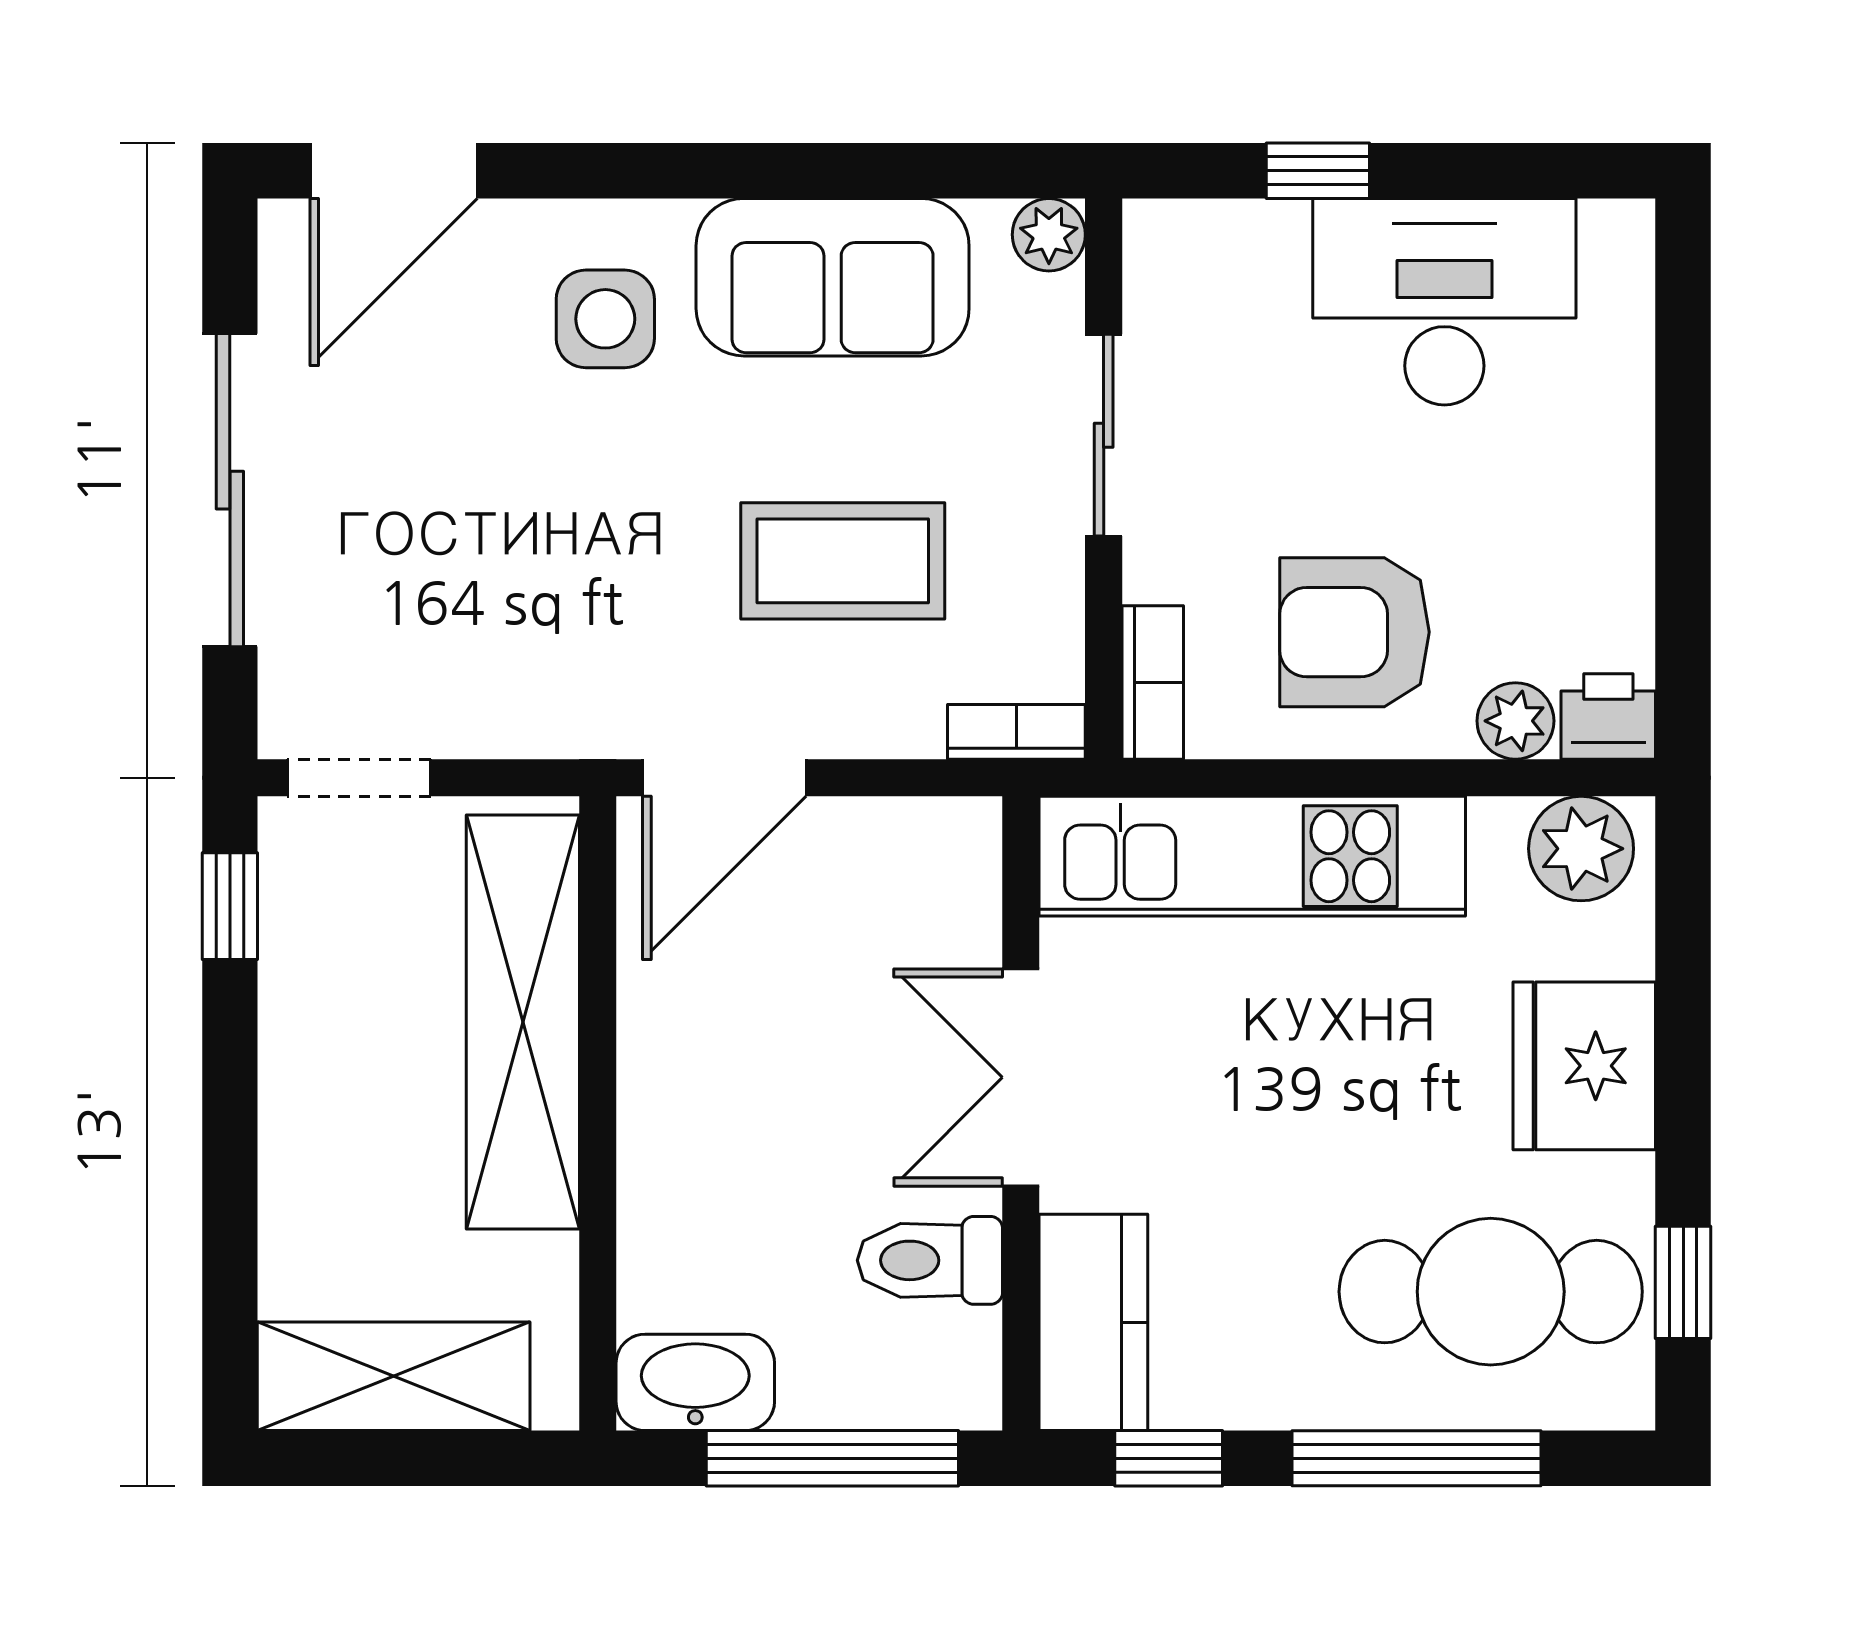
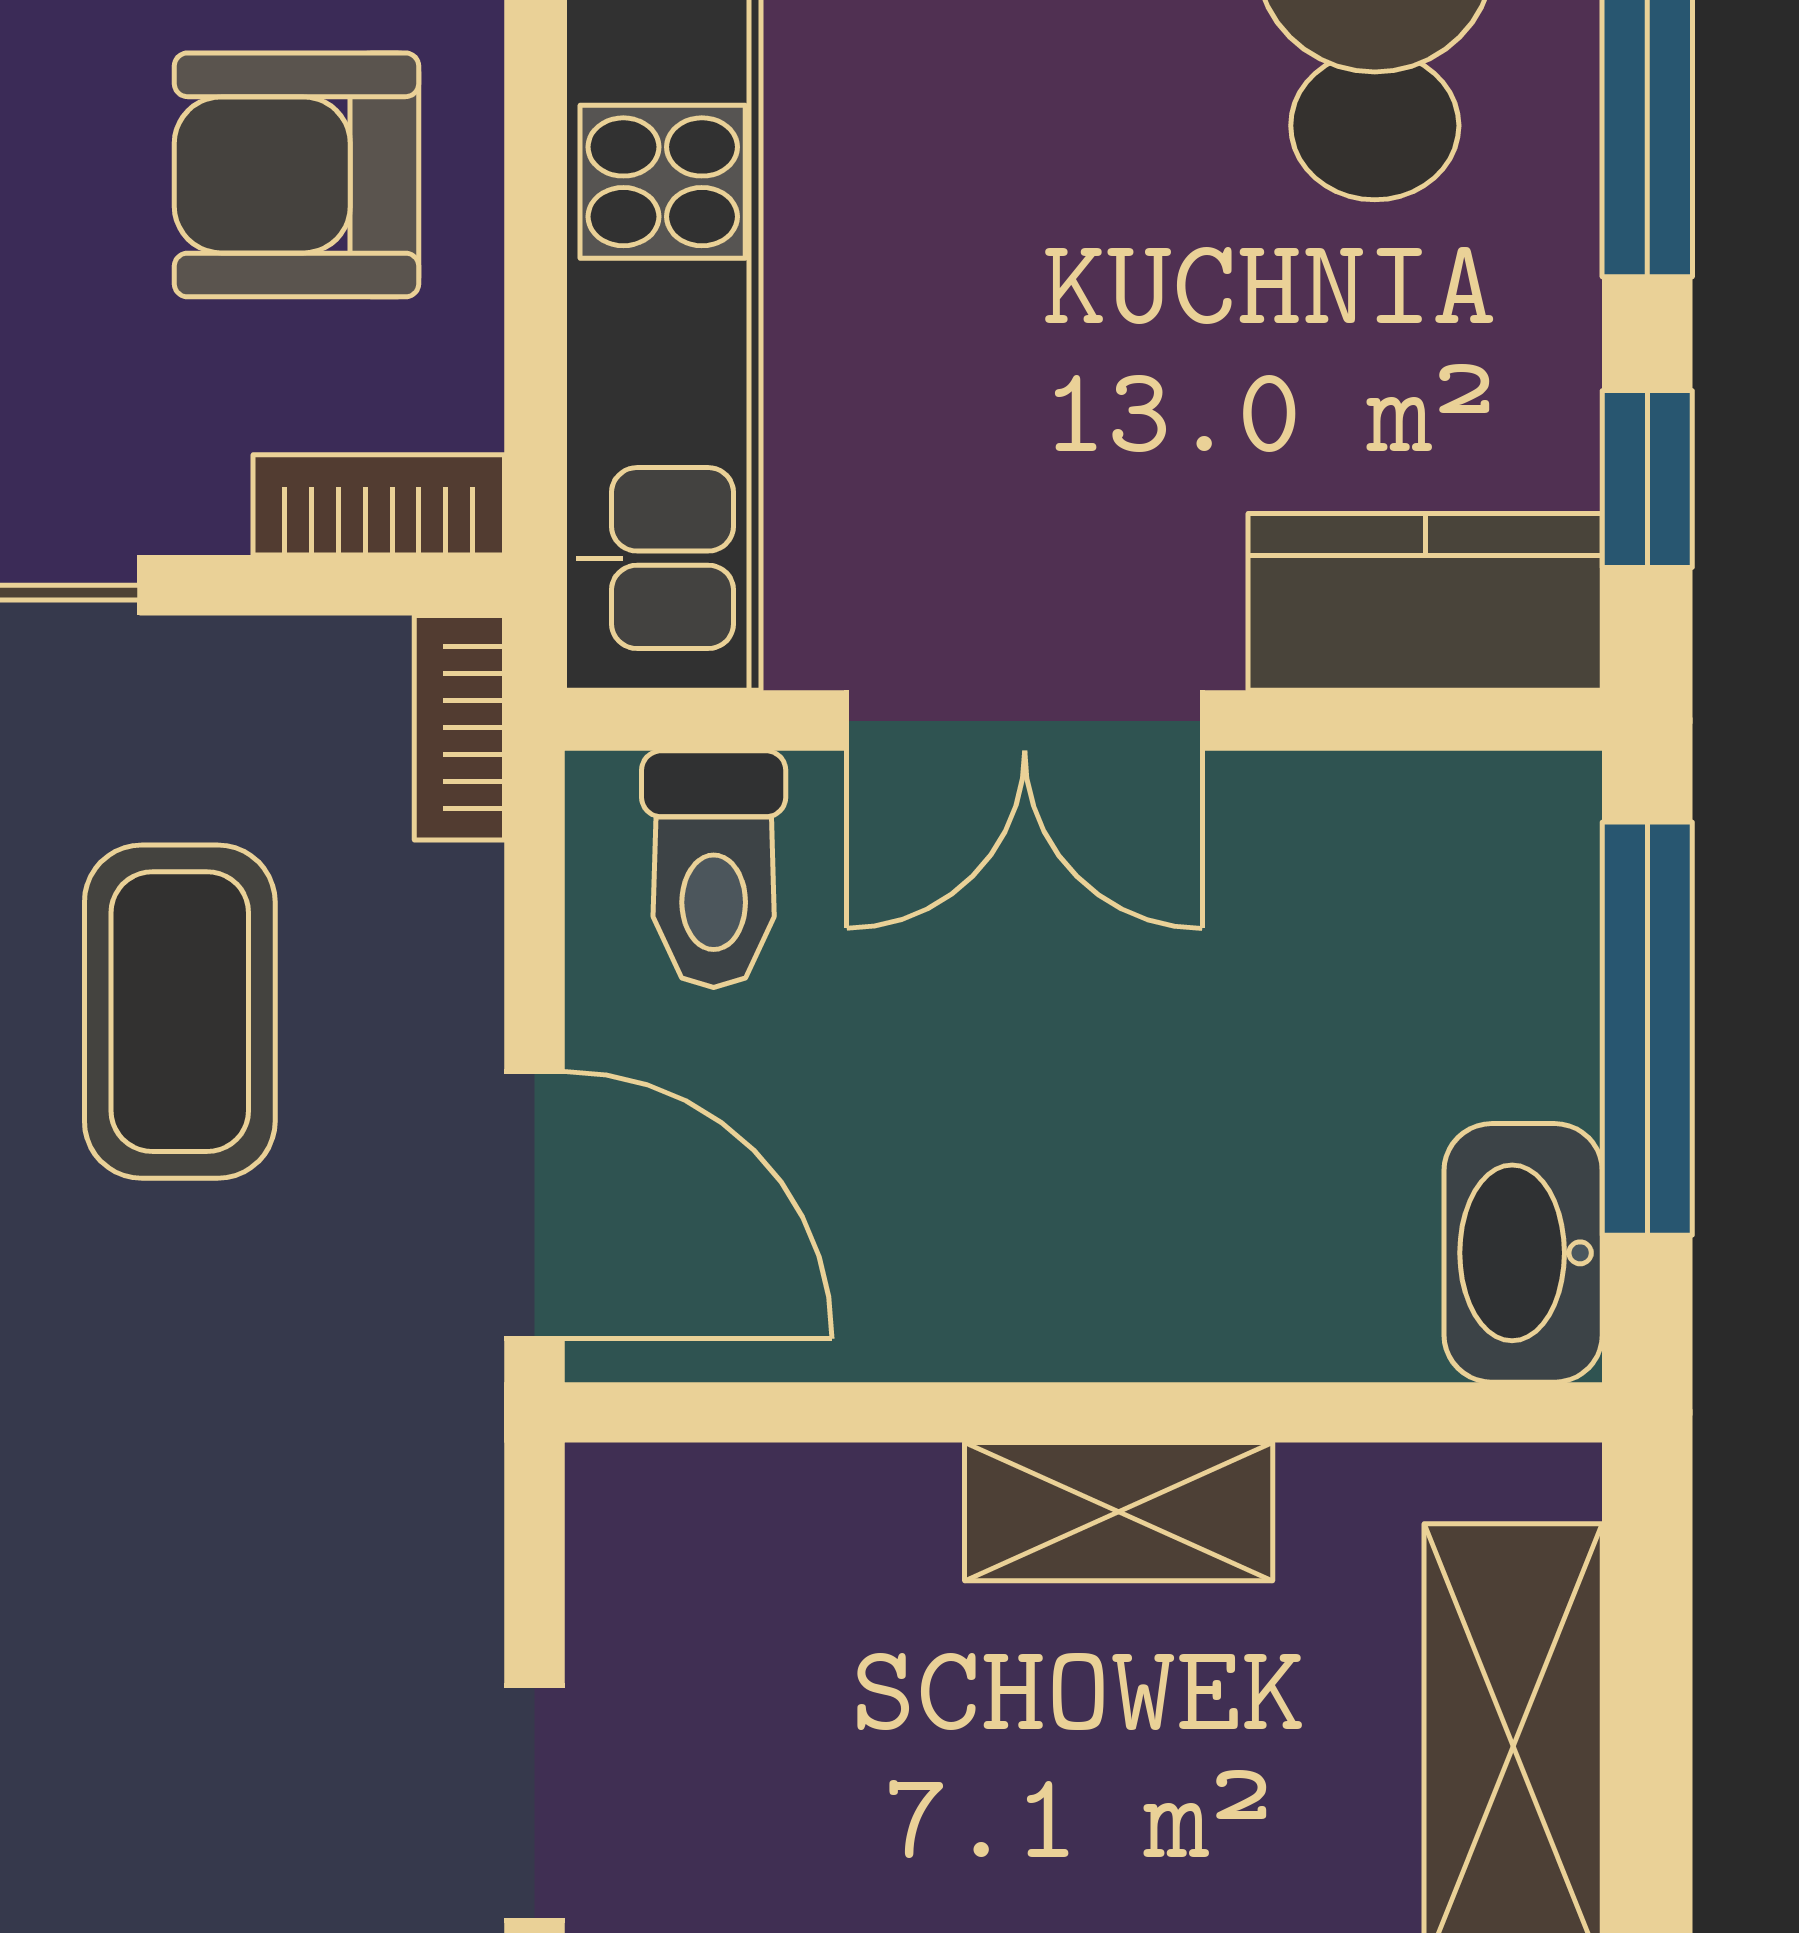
armchair: (1355, 632) -> (296, 175), turned 90
shelving: (523, 1022) -> (1119, 1512), width x0.45, depth x0.75
toilet: (930, 1260) -> (714, 869), moved

